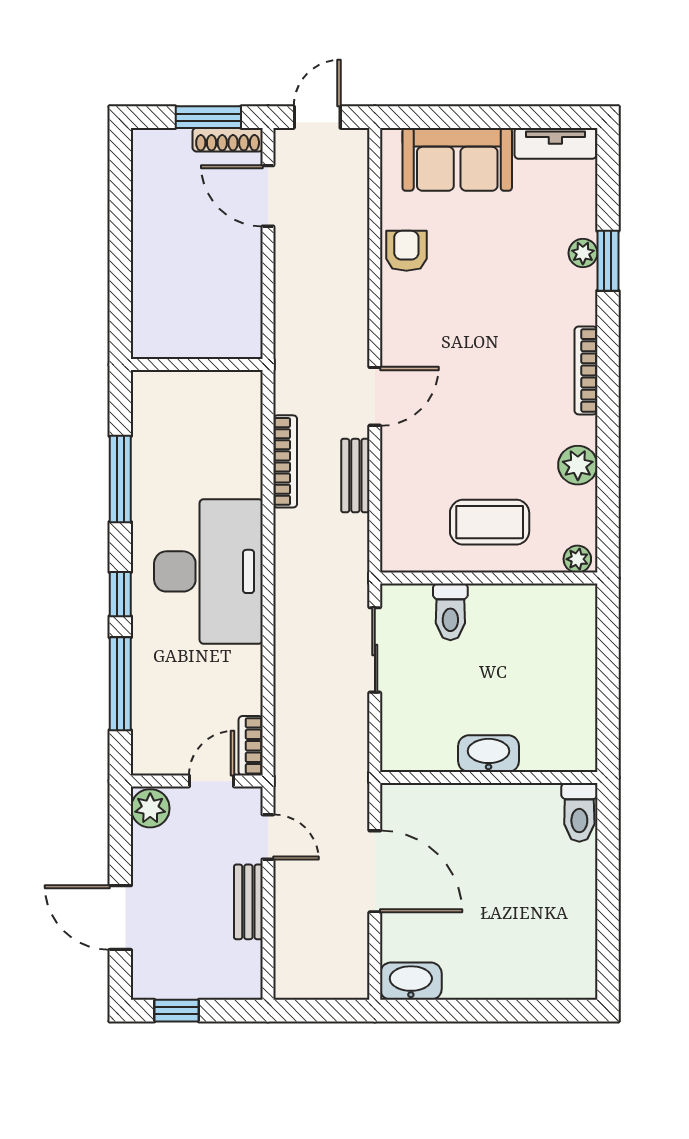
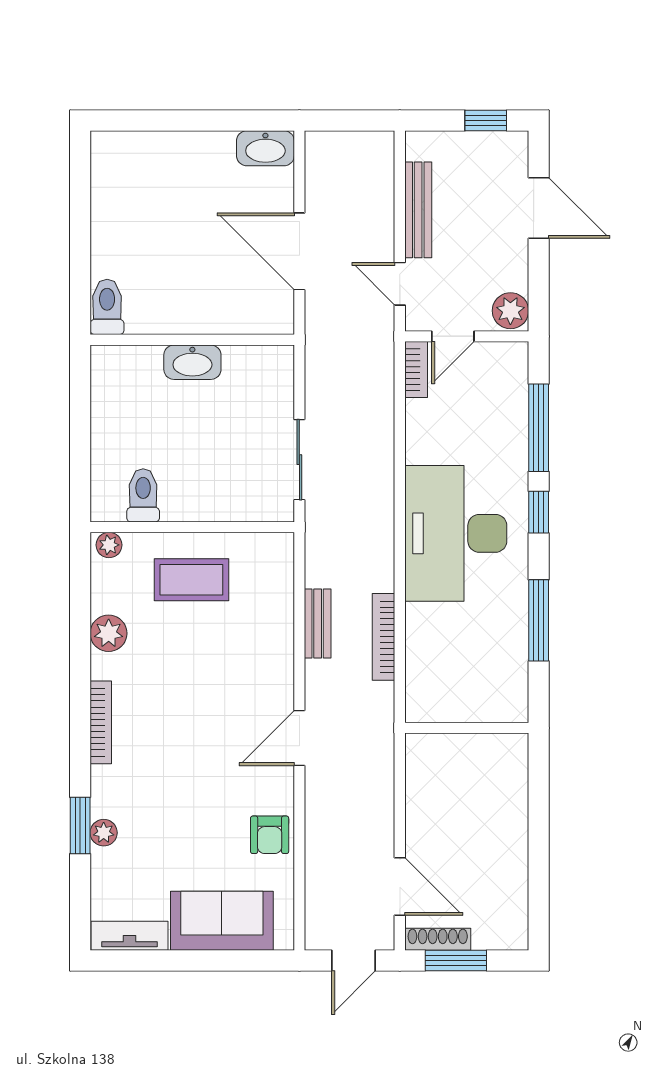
door: (375, 396) -> (299, 738), moved
toilet: (450, 612) -> (143, 495), moved
bench: (248, 902) -> (418, 210), width x1.36

